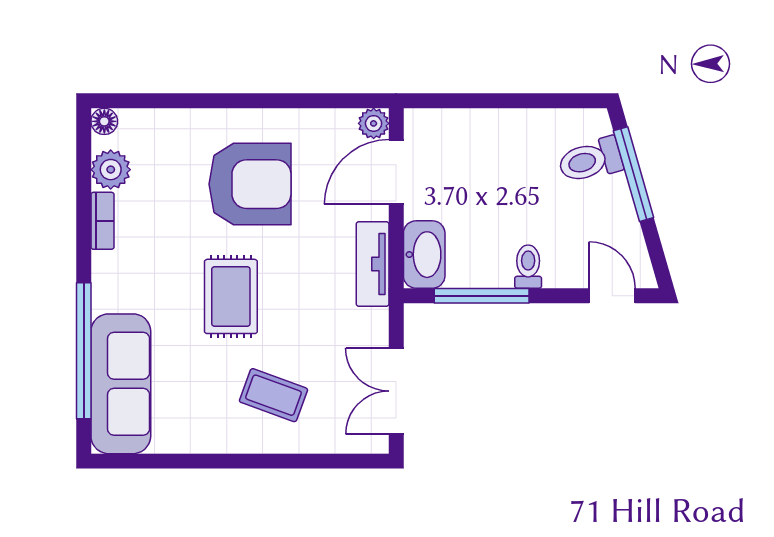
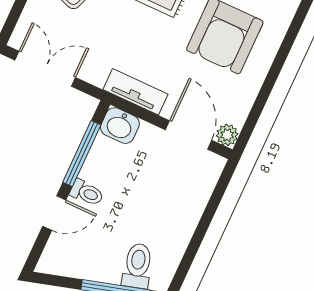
washbasin: (424, 255) -> (120, 126), width x0.72
door: (612, 296) -> (54, 213), moved

